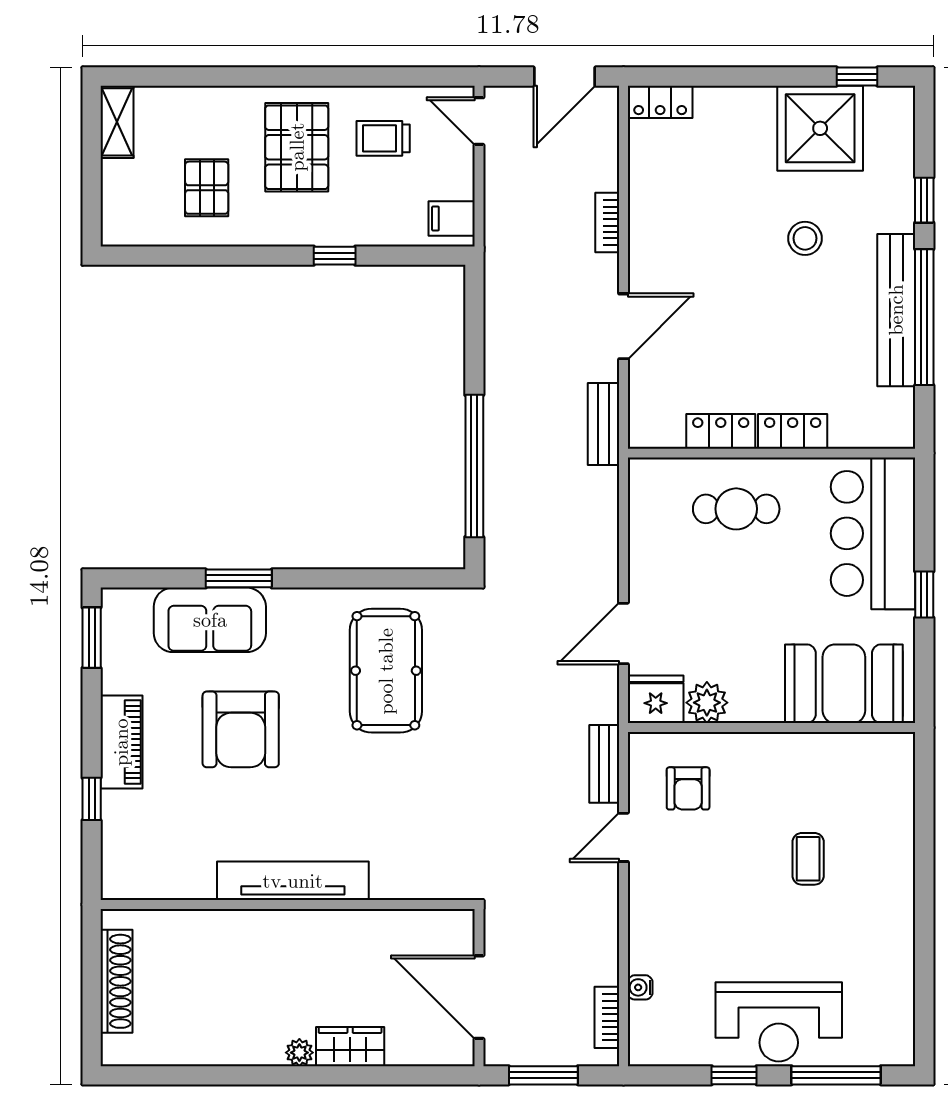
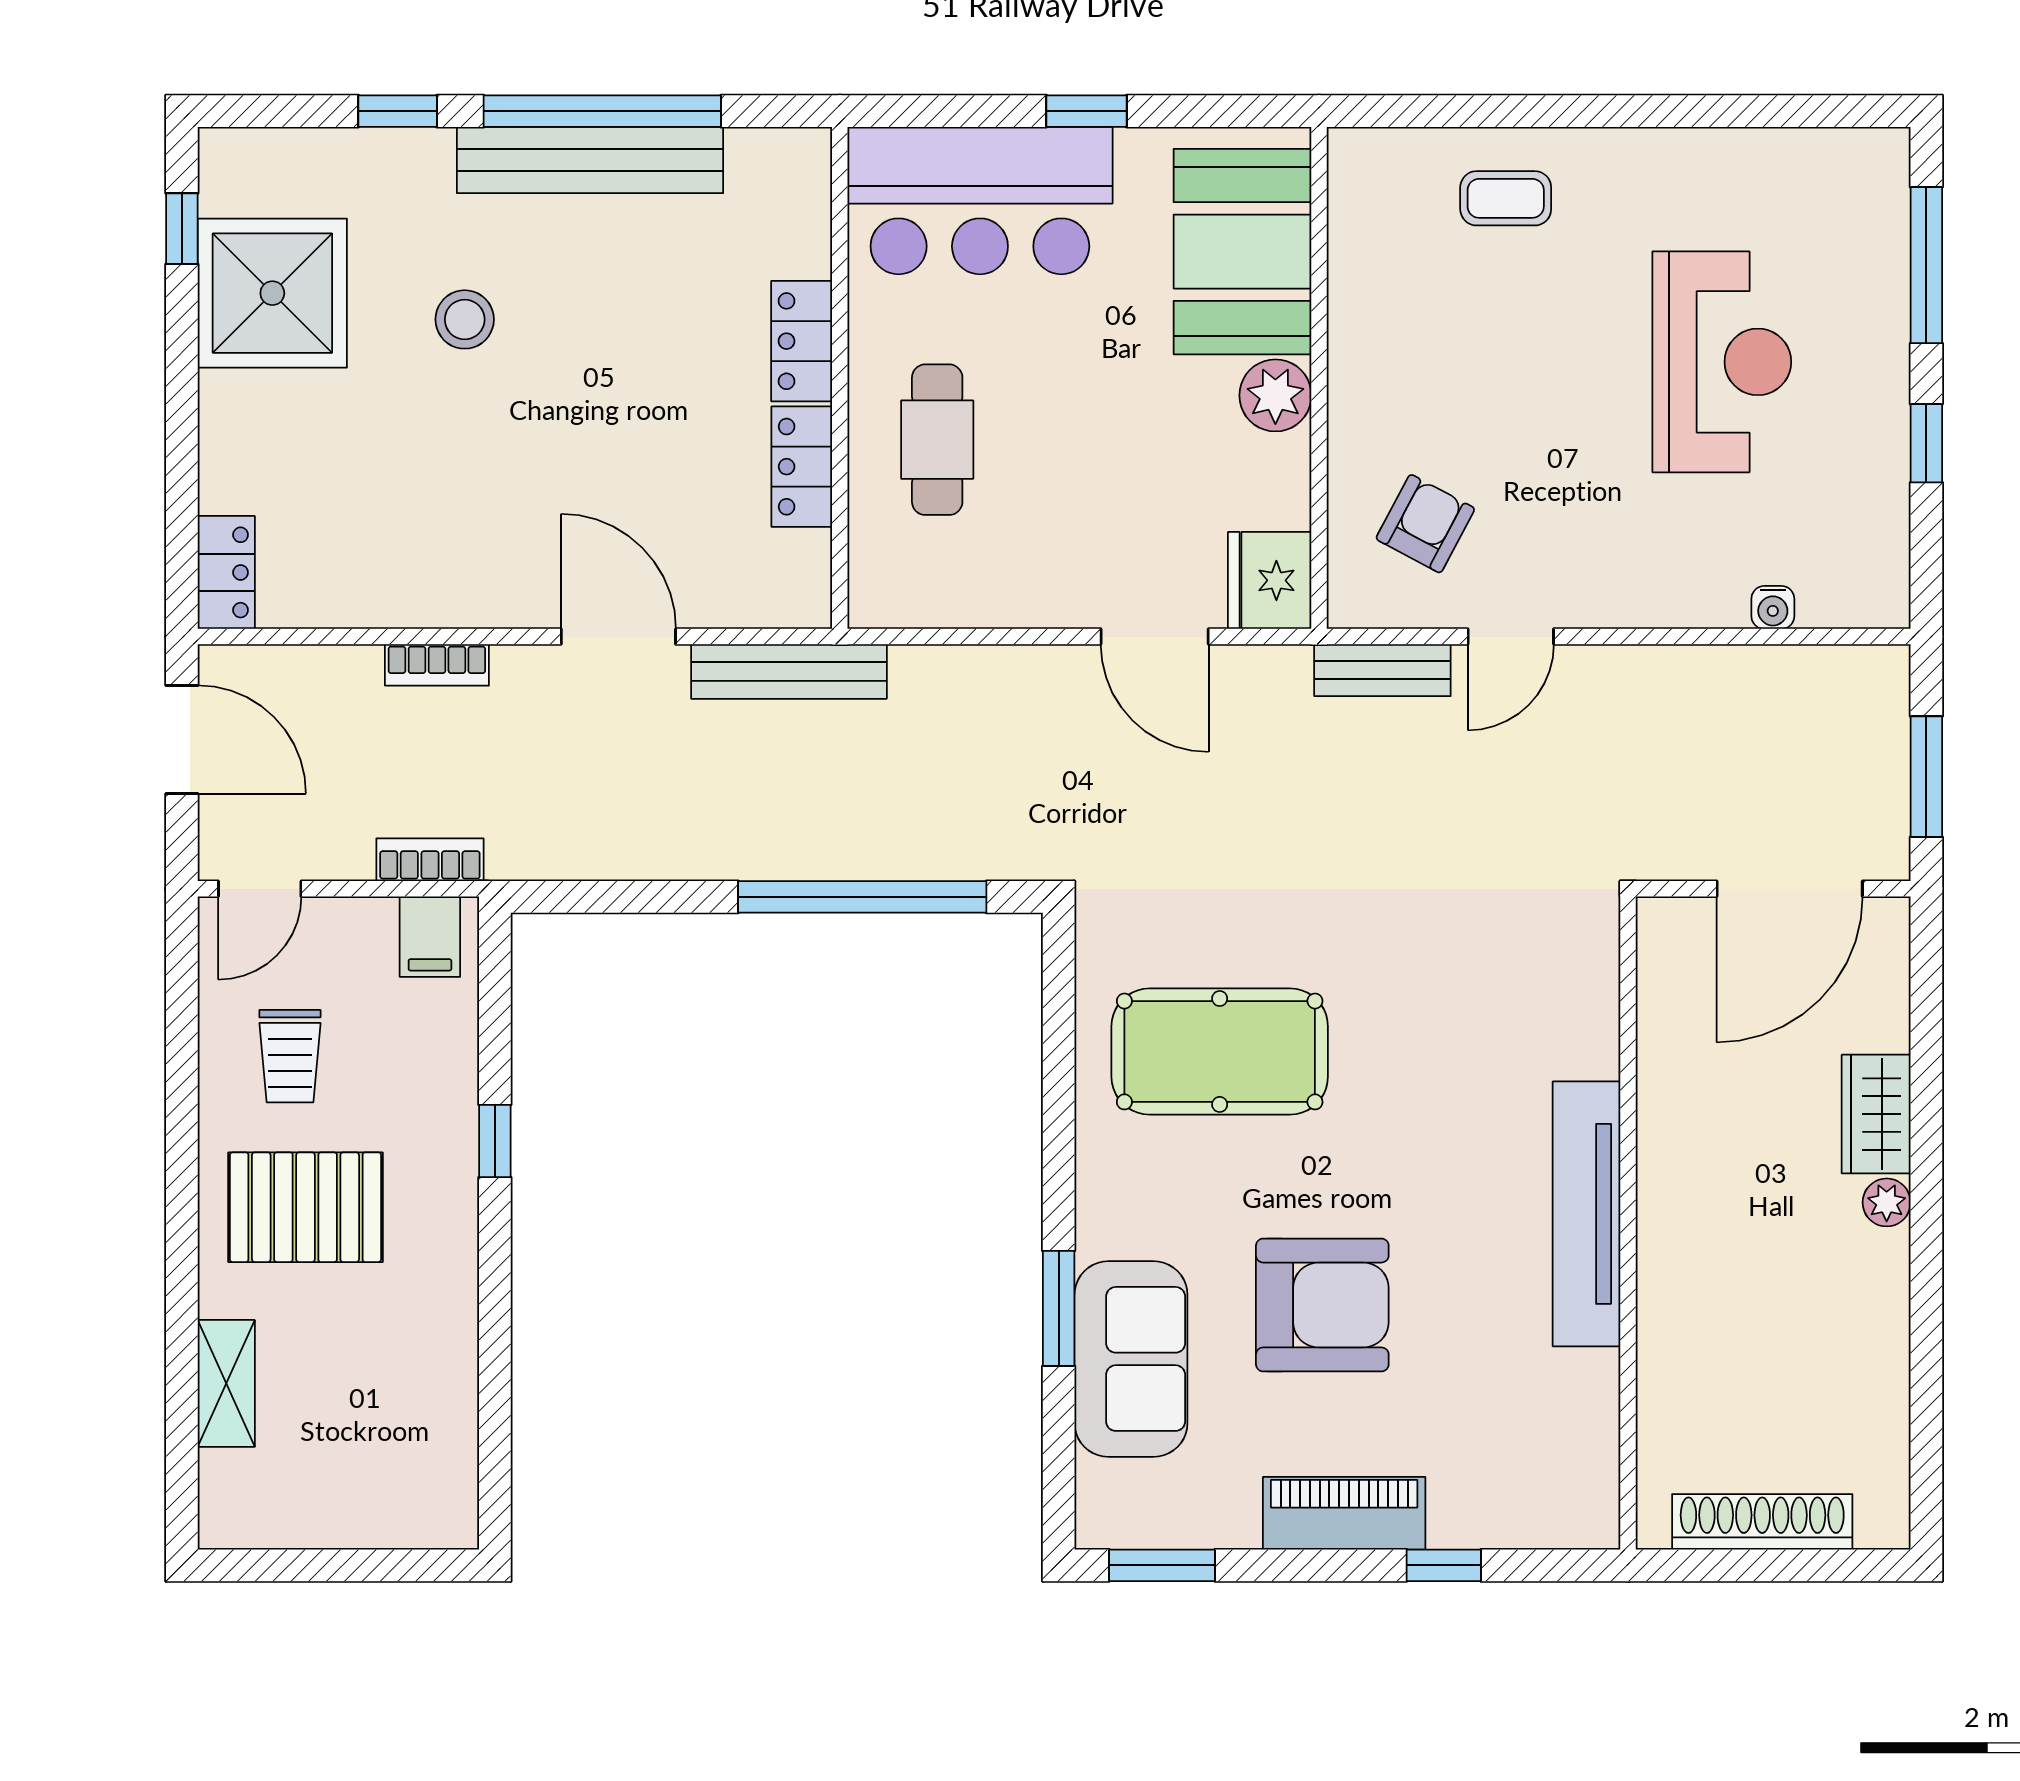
shelving: (117, 122) -> (226, 1383), moved, turned 90
pallet: (207, 188) -> (376, 1365), removed
bench: (603, 424) -> (789, 671), width x1.36
plant: (707, 703) -> (1275, 395), moved
armchair: (688, 788) -> (1425, 524), turned -62
door: (623, 837) -> (1511, 637), hinge flipped
coffee table: (808, 859) -> (1506, 198), moved
bookcase: (607, 1017) -> (430, 860), moved, turned 180
reception desk: (779, 1022) -> (1722, 362), moved

